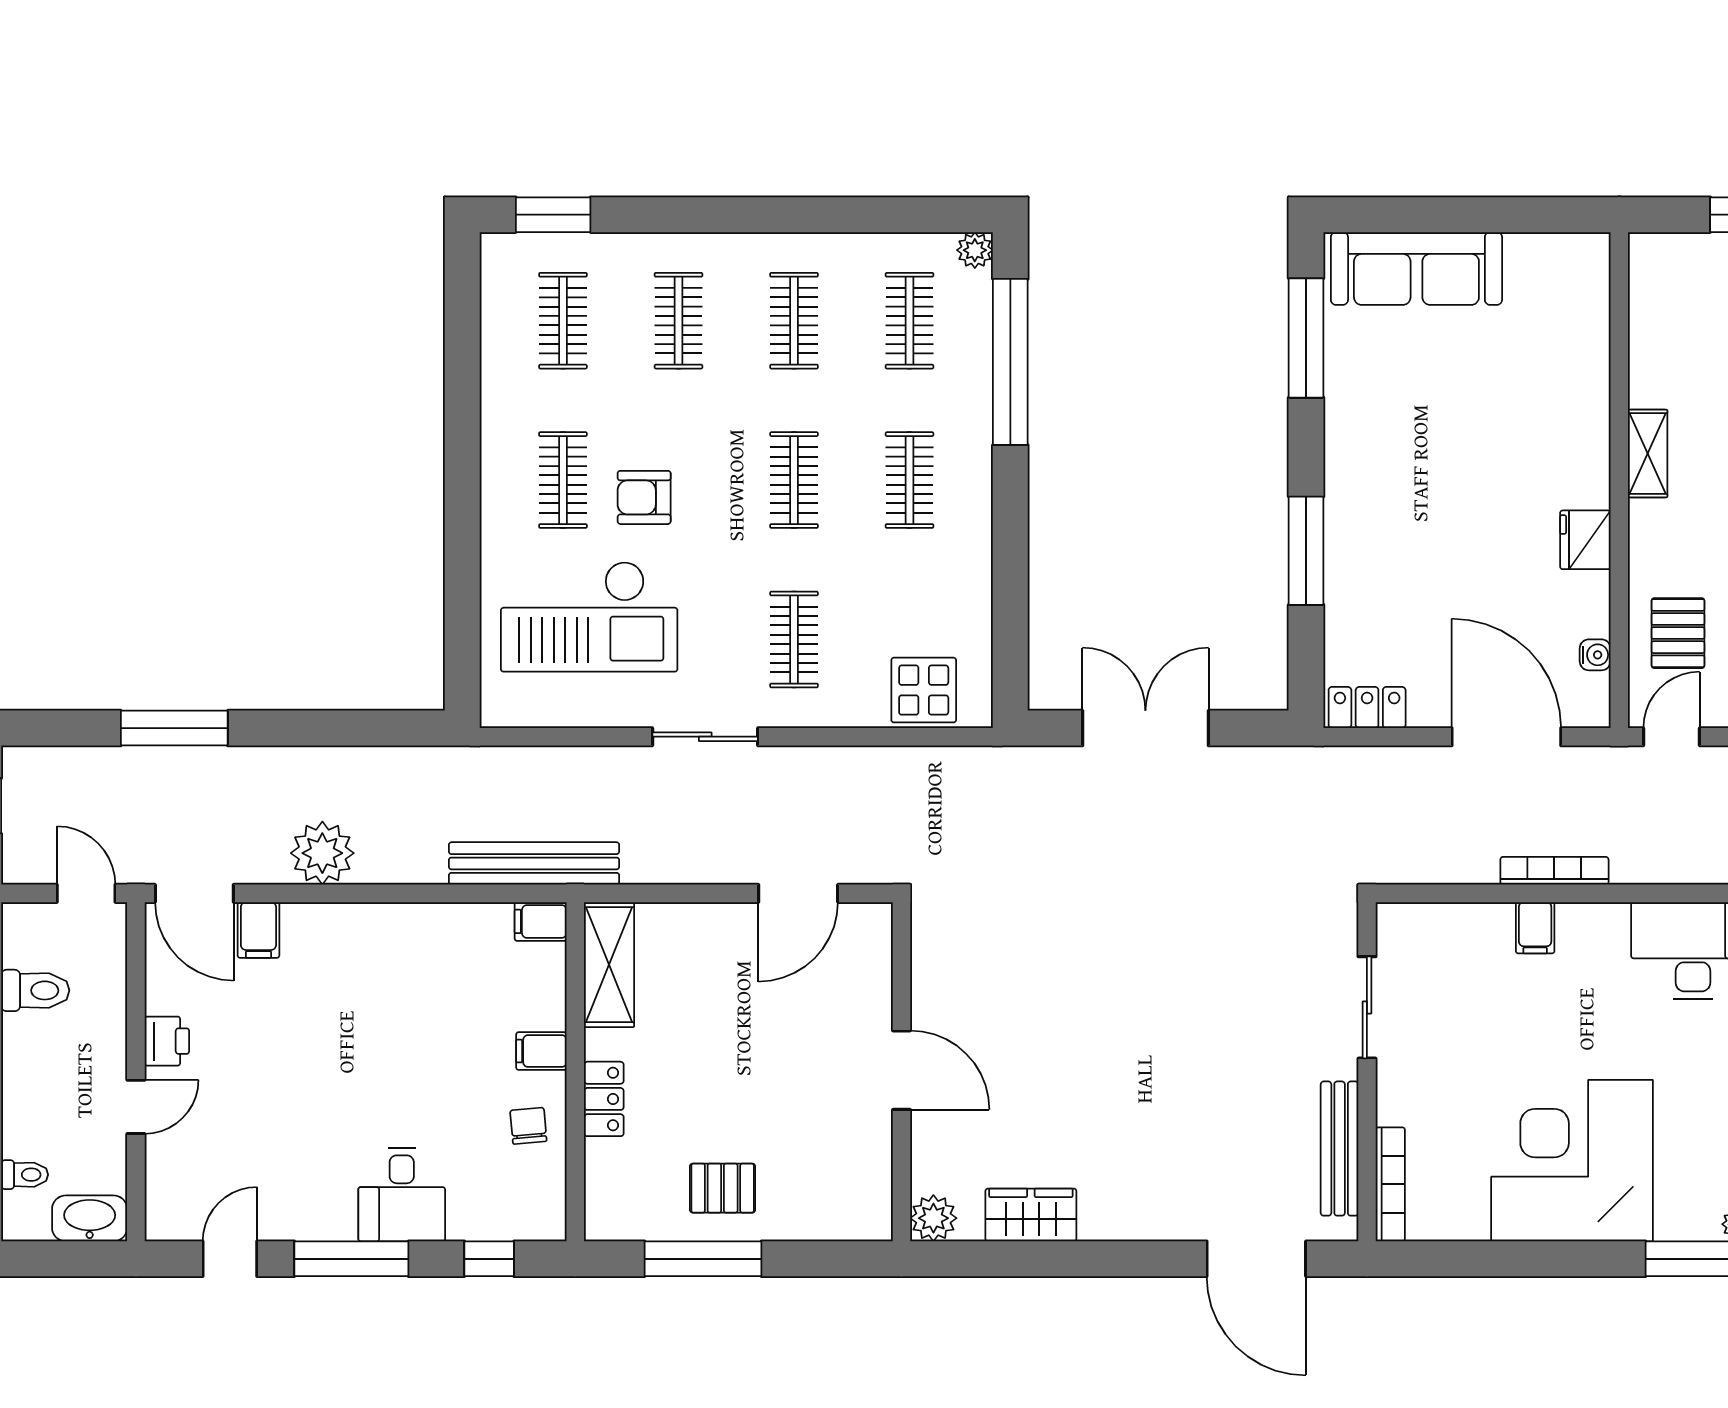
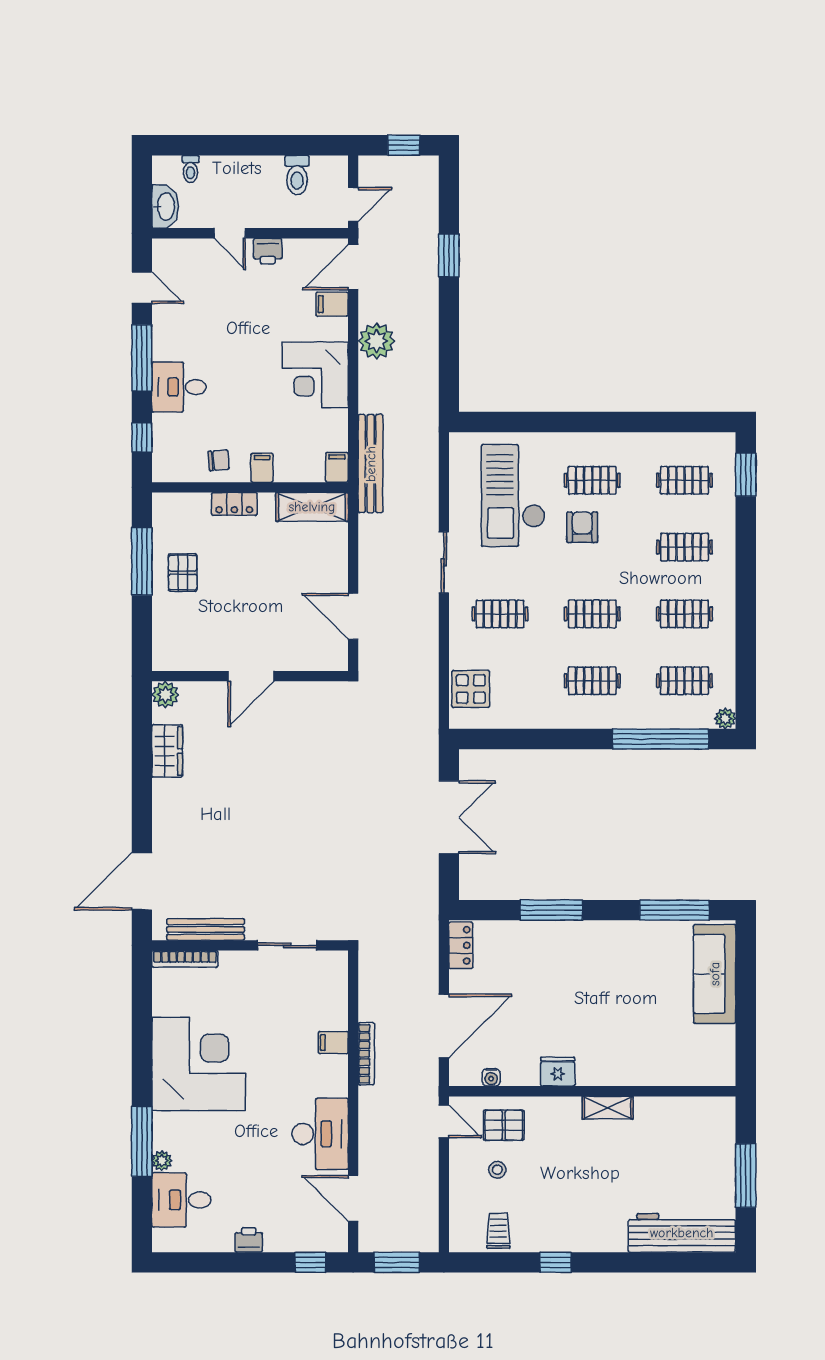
window: (174, 728) -> (449, 255), width x0.69
corner desk: (381, 959) -> (315, 375), added

